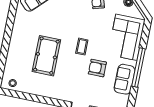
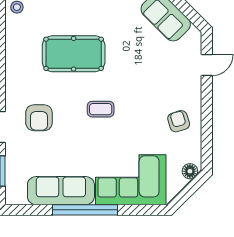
armchair: (97, 68) -> (39, 118), moved, turned 180
sofa: (124, 79) -> (61, 191), width x1.36

